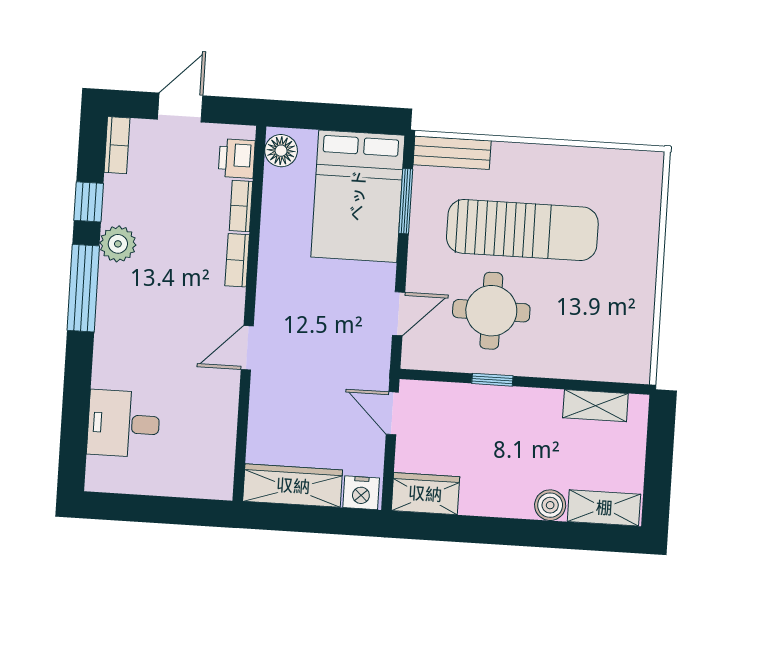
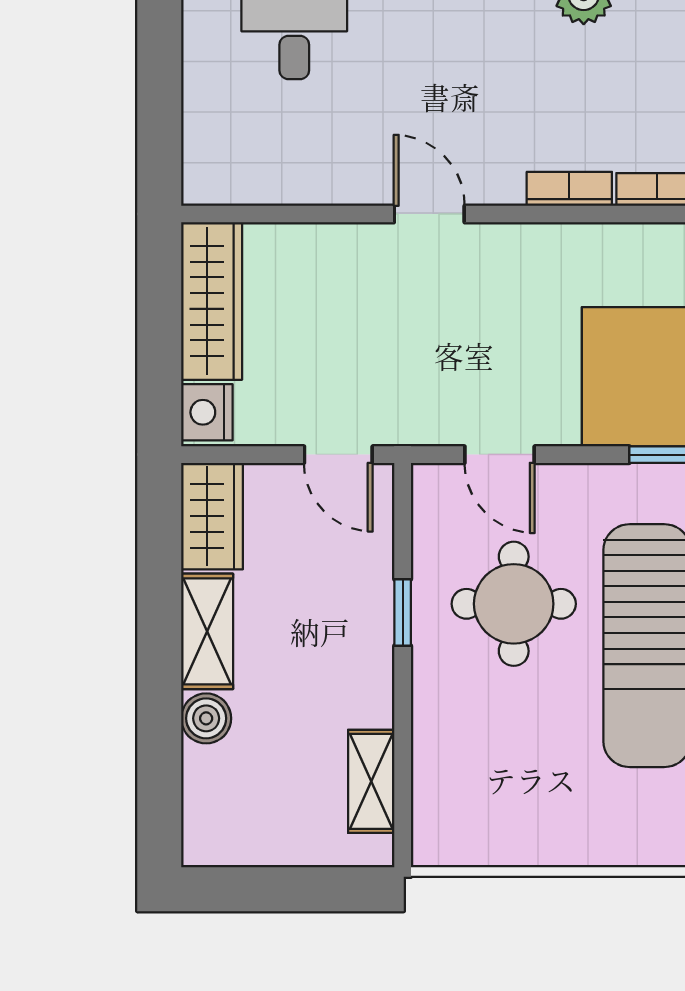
door: (392, 413) -> (338, 455), swing flipped
shelving: (604, 508) -> (207, 631), moved

